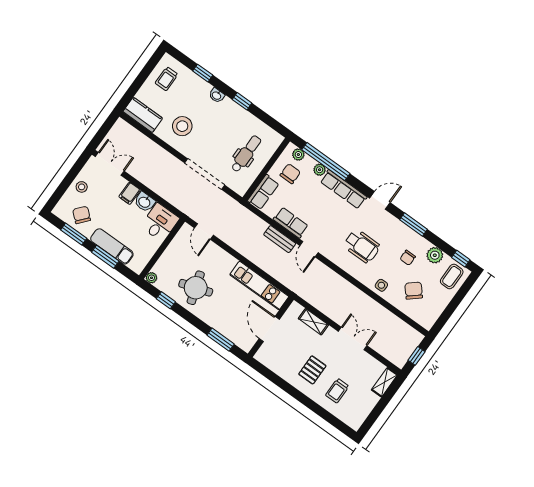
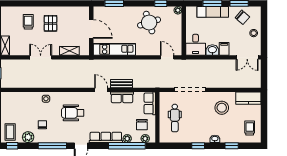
window: (413, 225) -> (52, 146), width x1.44
chair: (414, 291) -> (26, 109), removed
double door: (353, 338) -> (41, 57), swing flipped

